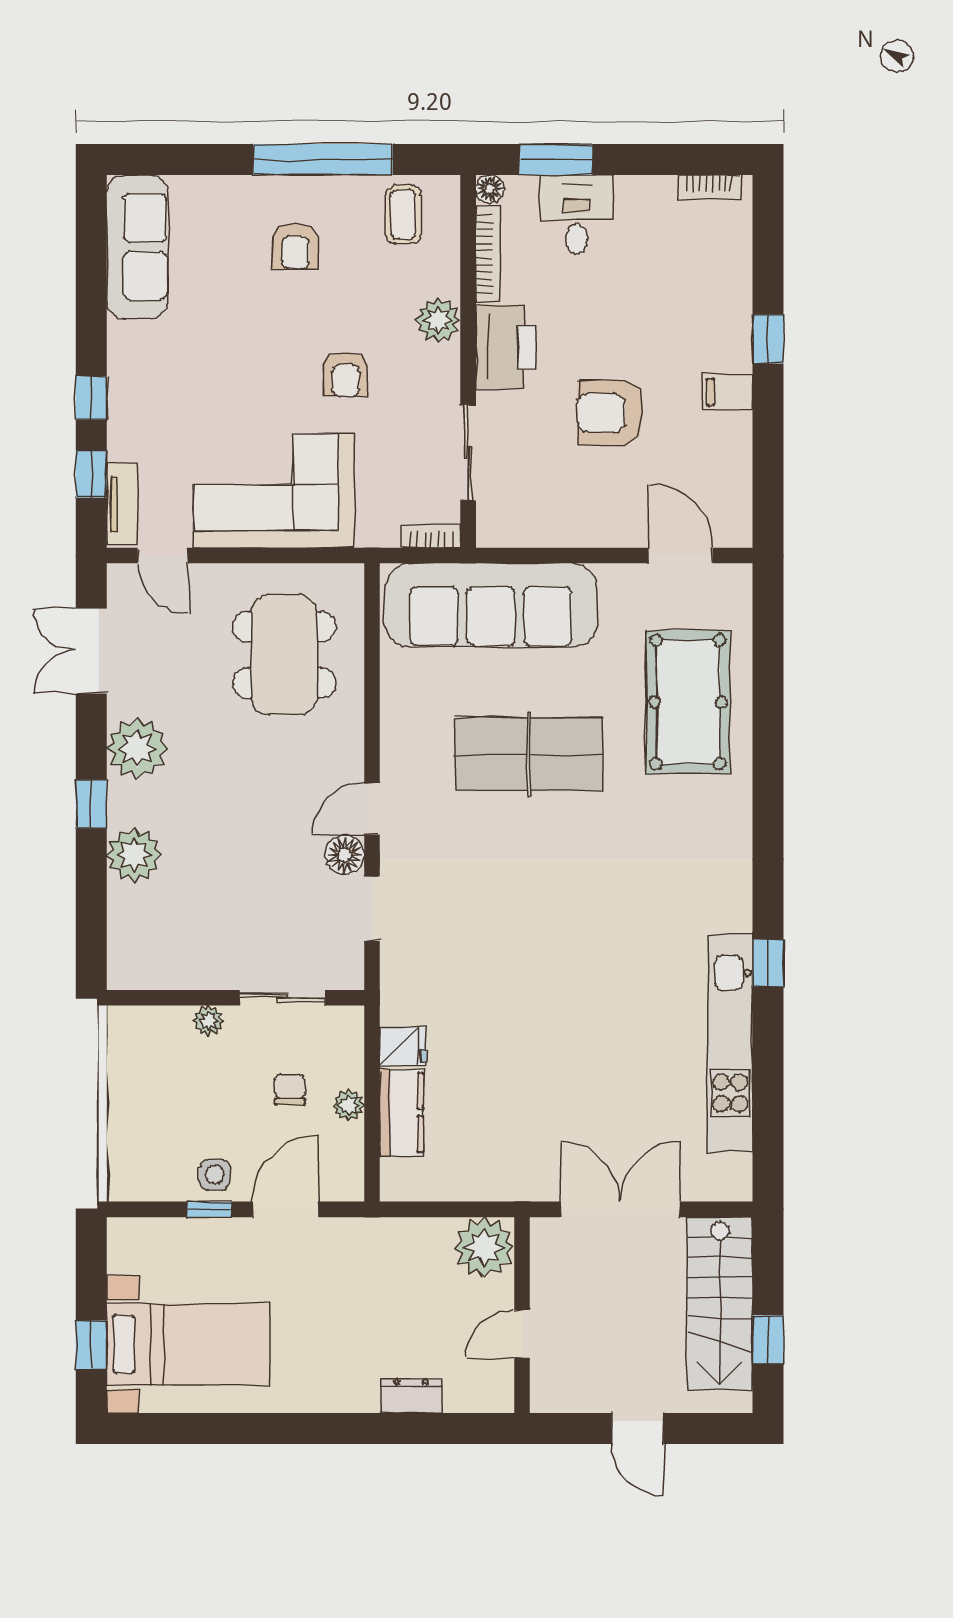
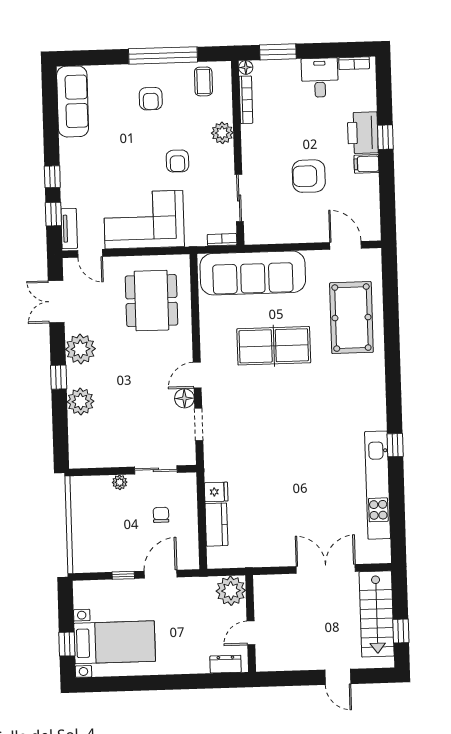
desk: (576, 214) -> (320, 78), moved
printer: (506, 347) -> (363, 133), moved, turned 180
plant: (349, 1105) -> (190, 522), removed
side table: (215, 1174) -> (125, 558), removed
plant: (484, 1247) -> (231, 591), moved
wall: (522, 1315) -> (251, 624), moved
door: (522, 1334) -> (251, 633), moved

